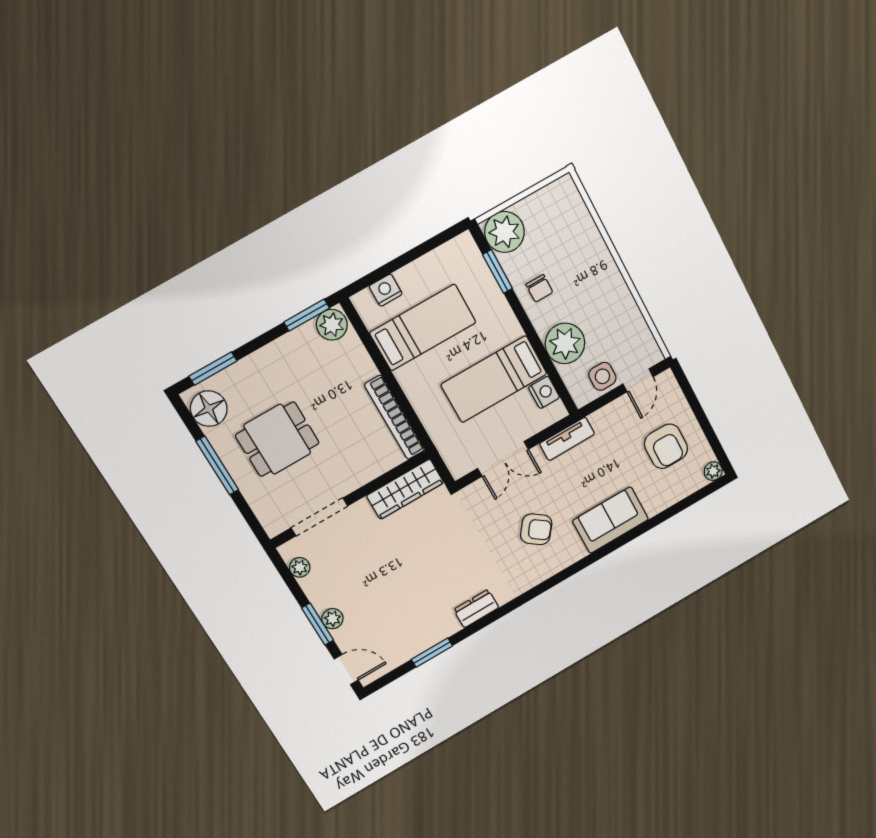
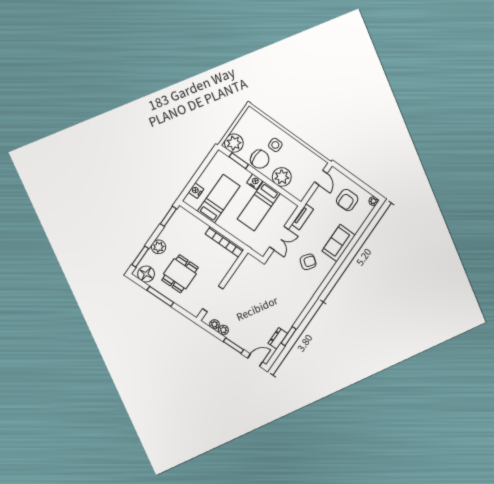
chair: (539, 288) -> (260, 159), width x1.87, depth x1.87
plant: (332, 325) -> (159, 247), moved
side table: (602, 376) -> (275, 145), moved
nightstand: (544, 392) -> (255, 182), moved
armchair: (666, 446) -> (347, 200), turned 90
wardrobe: (405, 489) -> (243, 270), removed
dresser: (476, 609) -> (278, 338), moved
plant: (332, 619) -> (223, 330), moved

